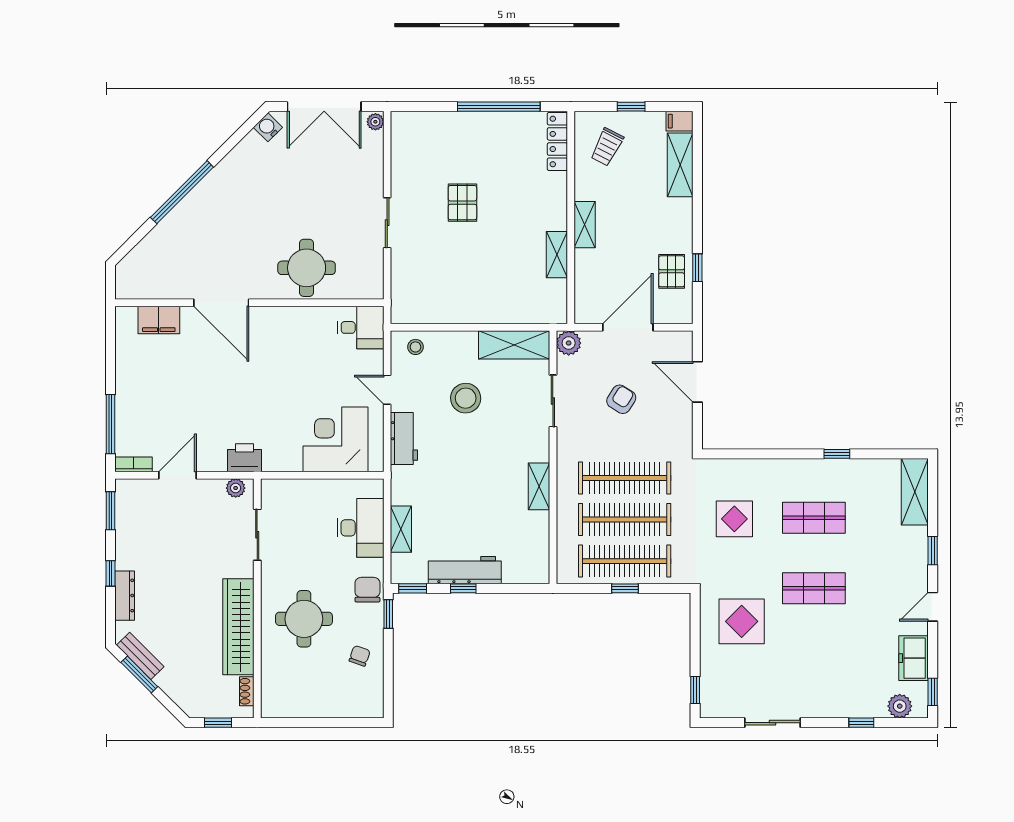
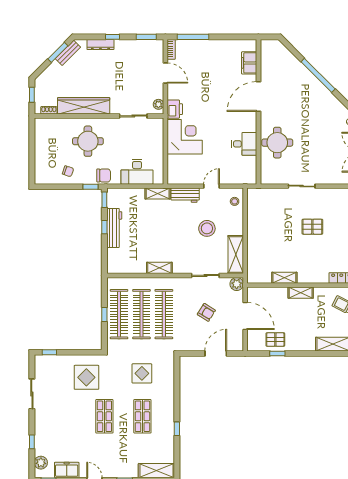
desk: (361, 327) -> (244, 144), moved, turned -90
corner desk: (335, 439) -> (185, 137), moved
shelving: (401, 529) -> (158, 194), moved

